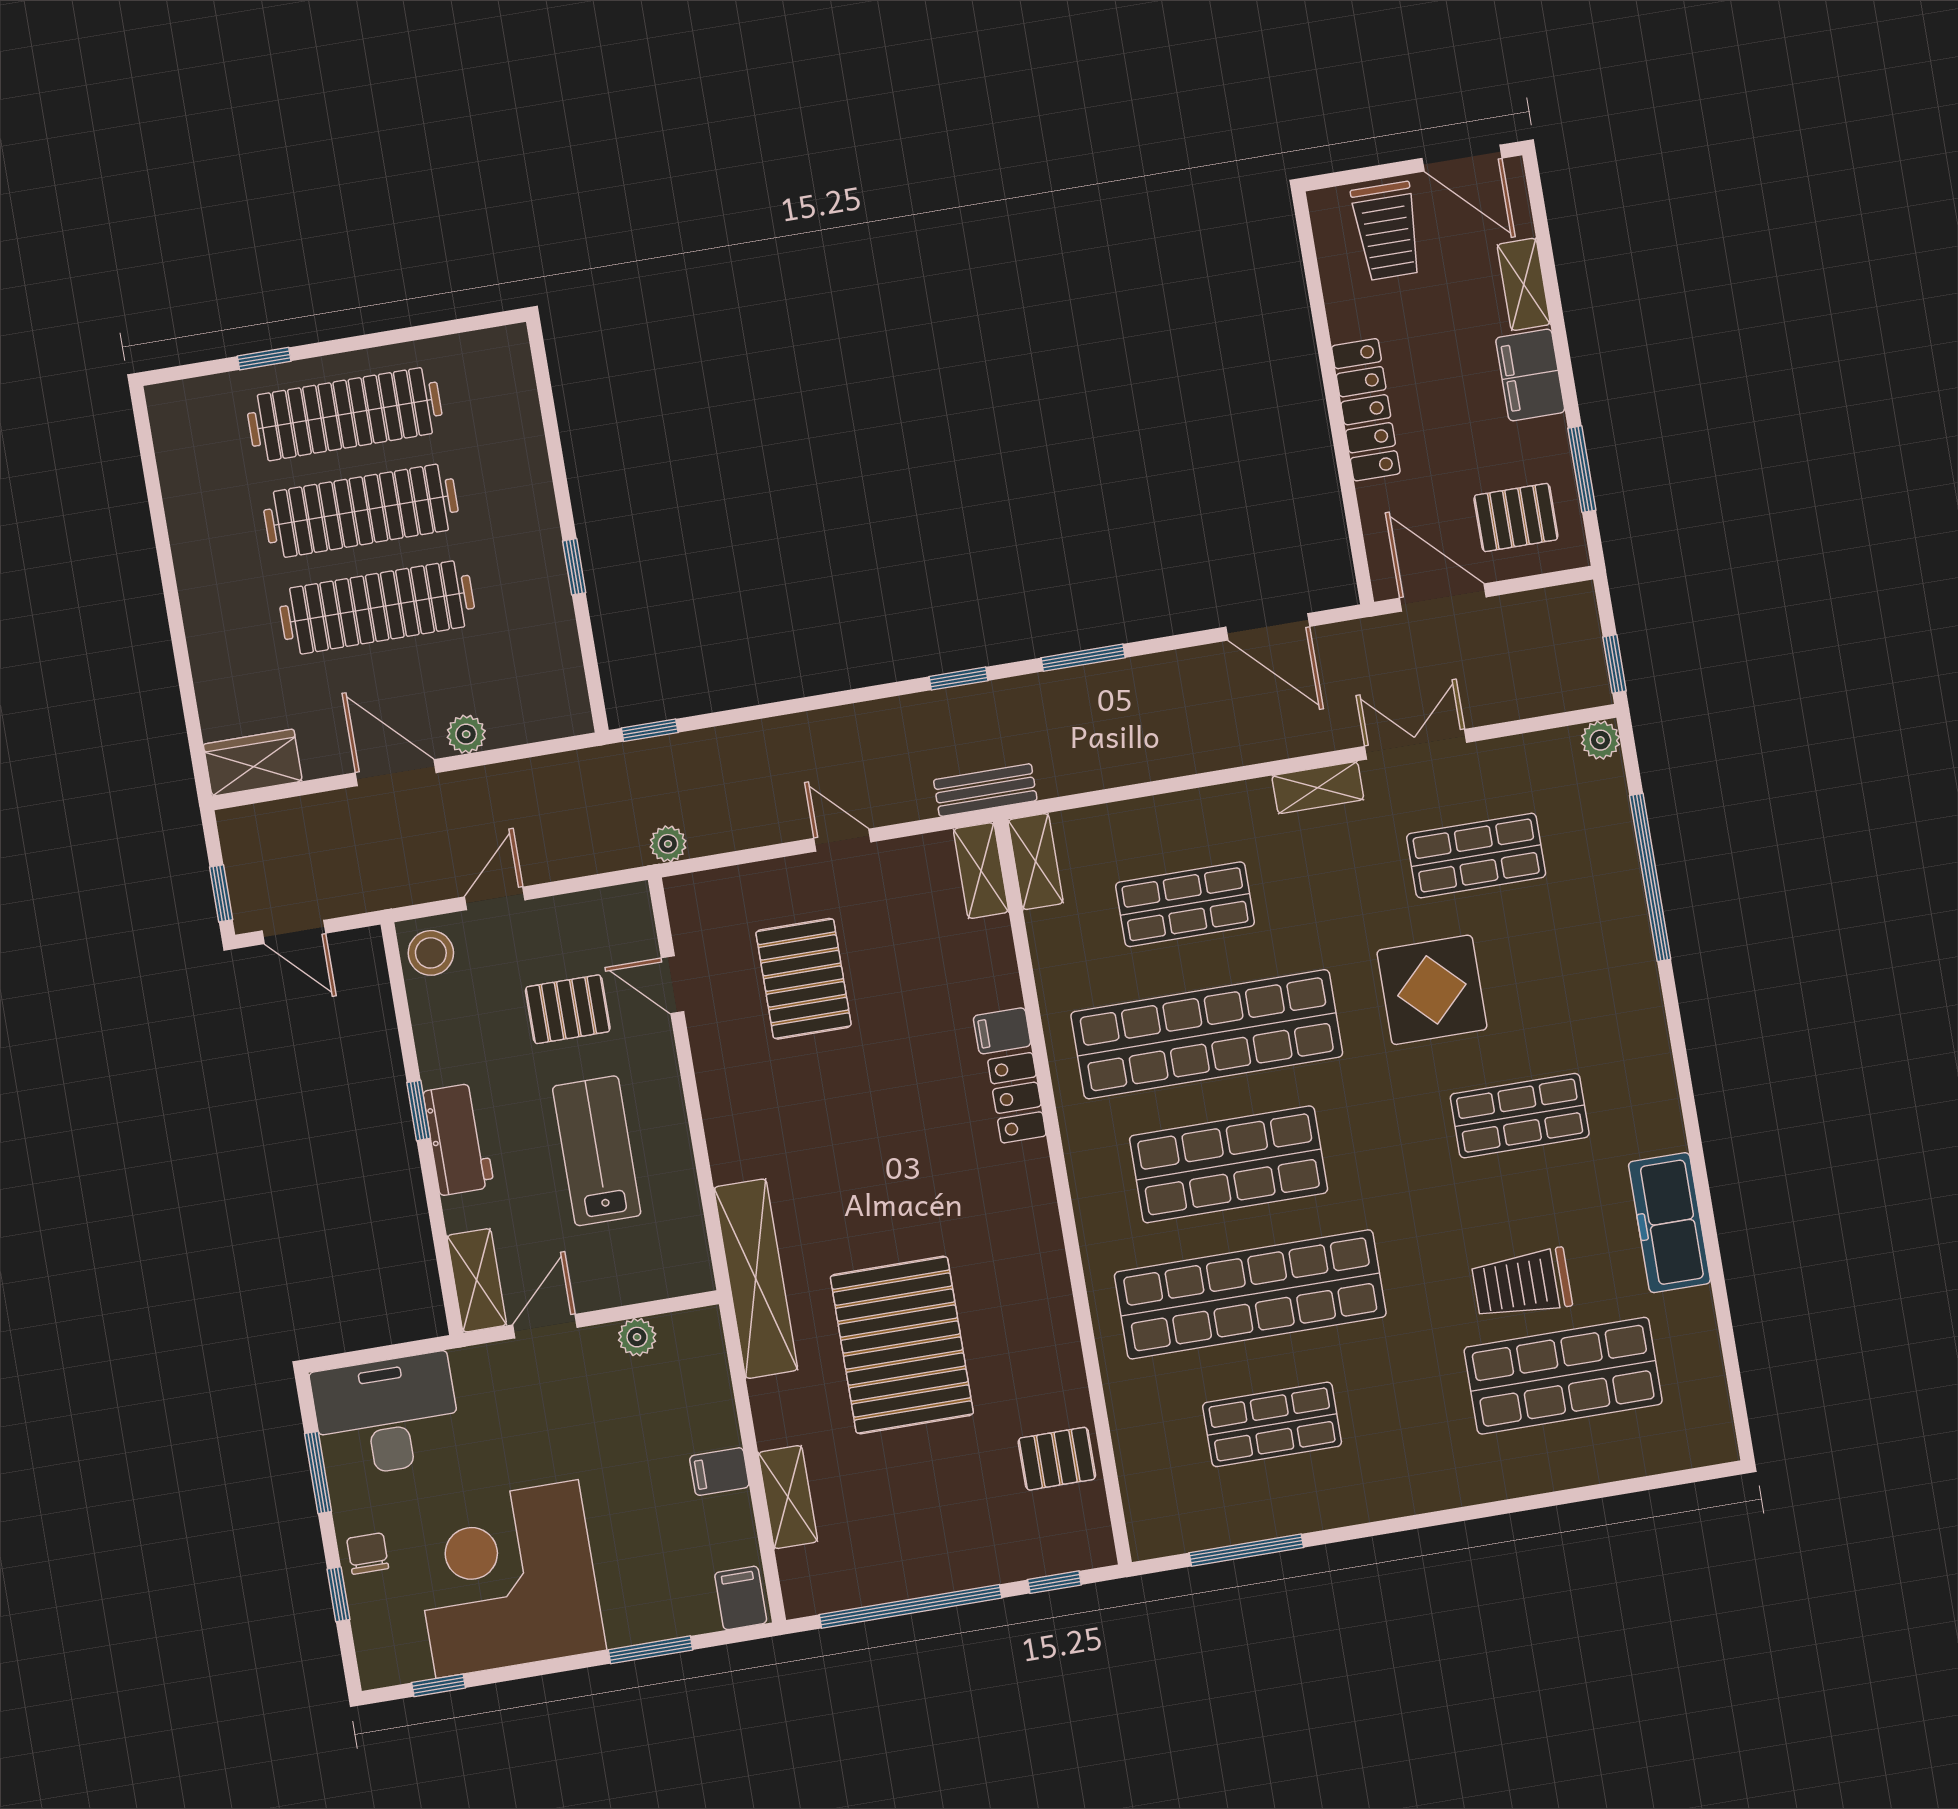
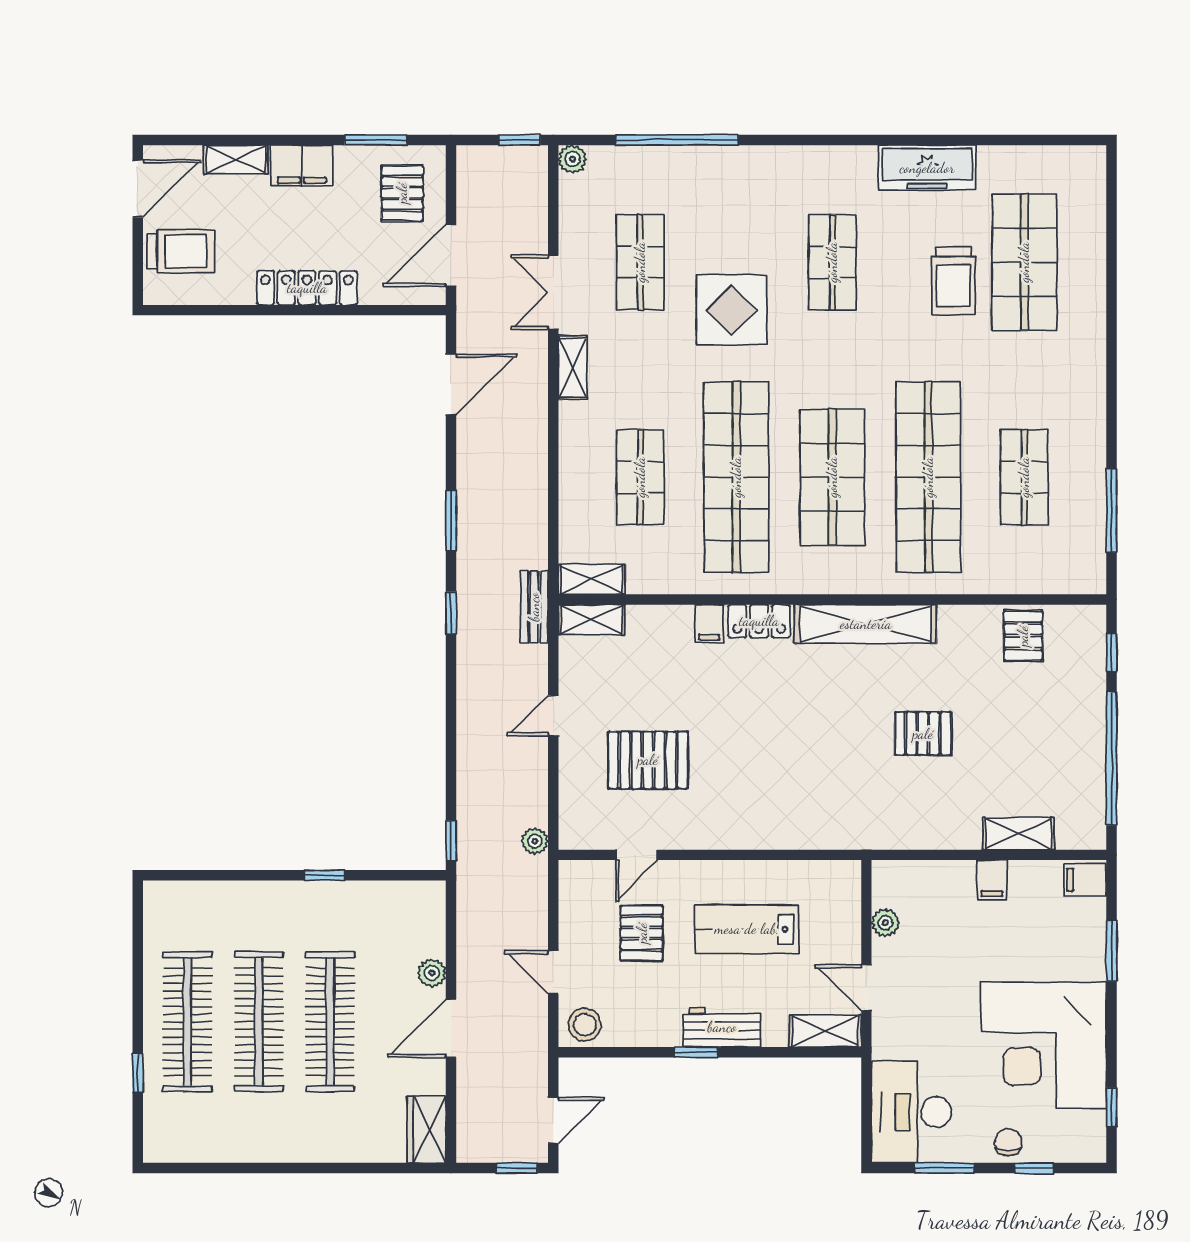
shelving: (756, 1279) -> (866, 624), moved
pallet: (902, 1345) -> (923, 734), width x0.49, depth x0.50
chair: (368, 1553) -> (1008, 1142), turned 90

